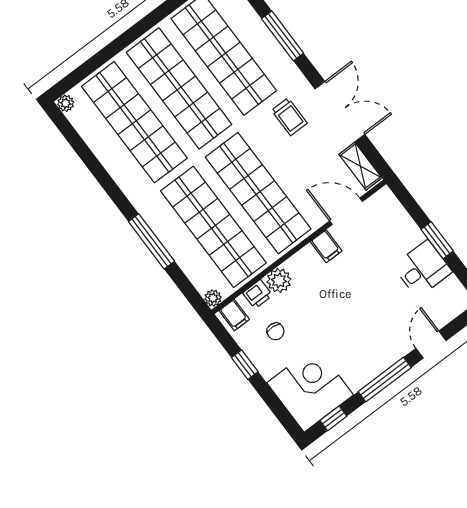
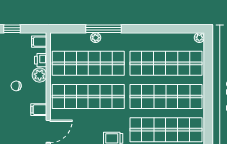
plant: (213, 298) -> (96, 38), moved
chair: (276, 331) -> (16, 86), moved

